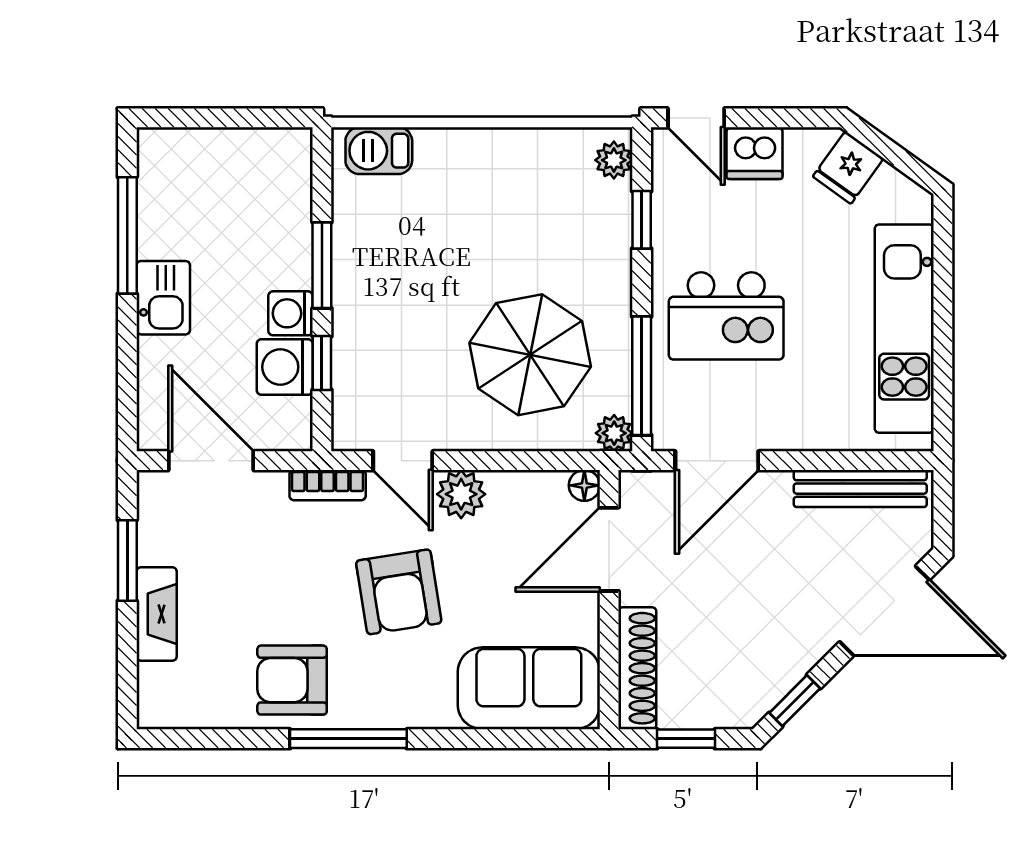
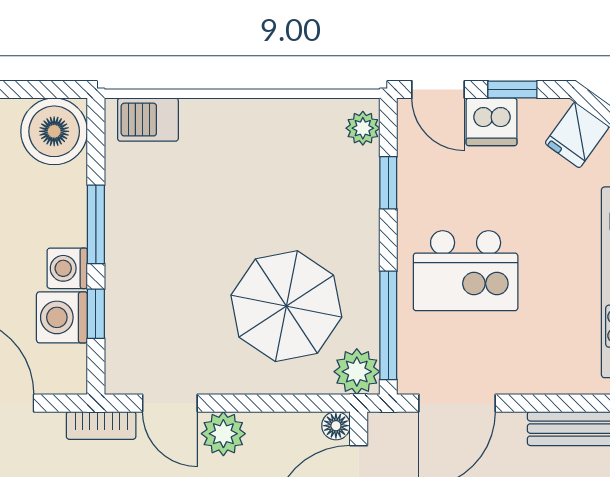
window: (777, 118) -> (512, 90), added
boiler: (276, 164) -> (54, 131), added
plant: (614, 433) -> (357, 372), width x1.38, depth x1.38

